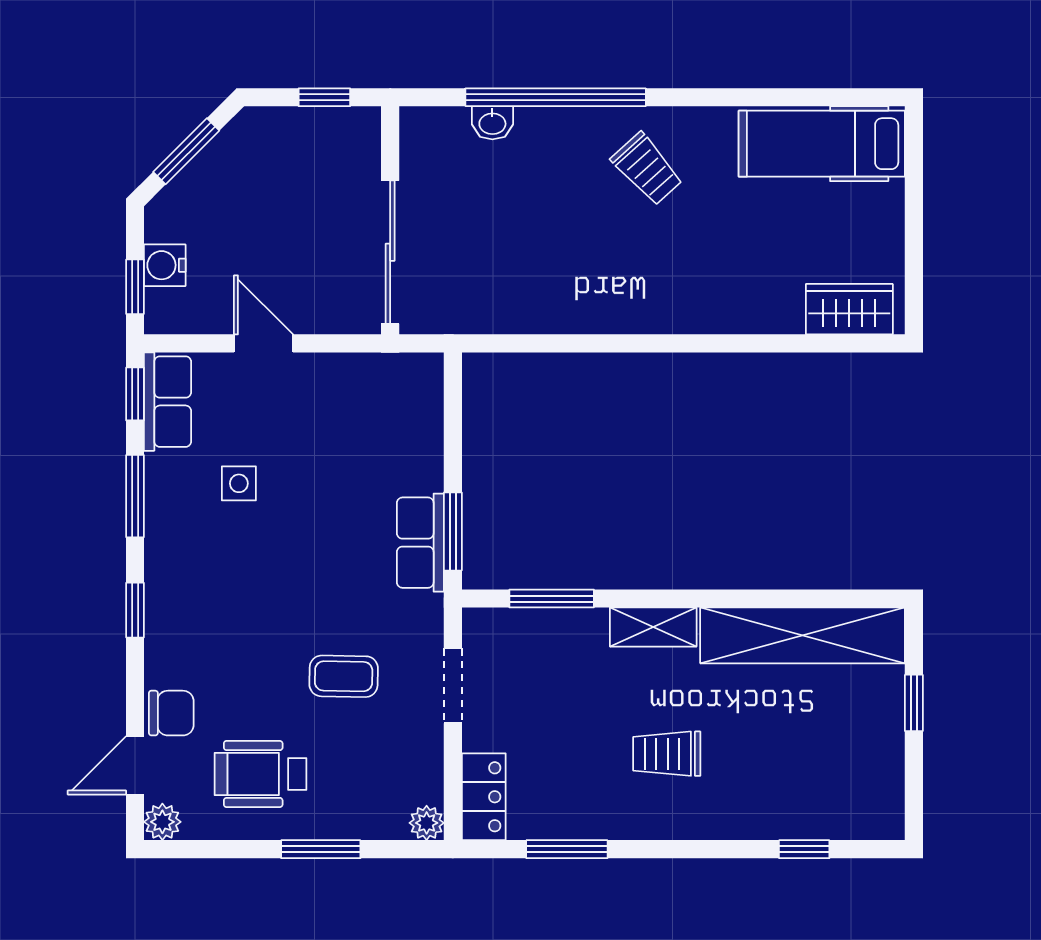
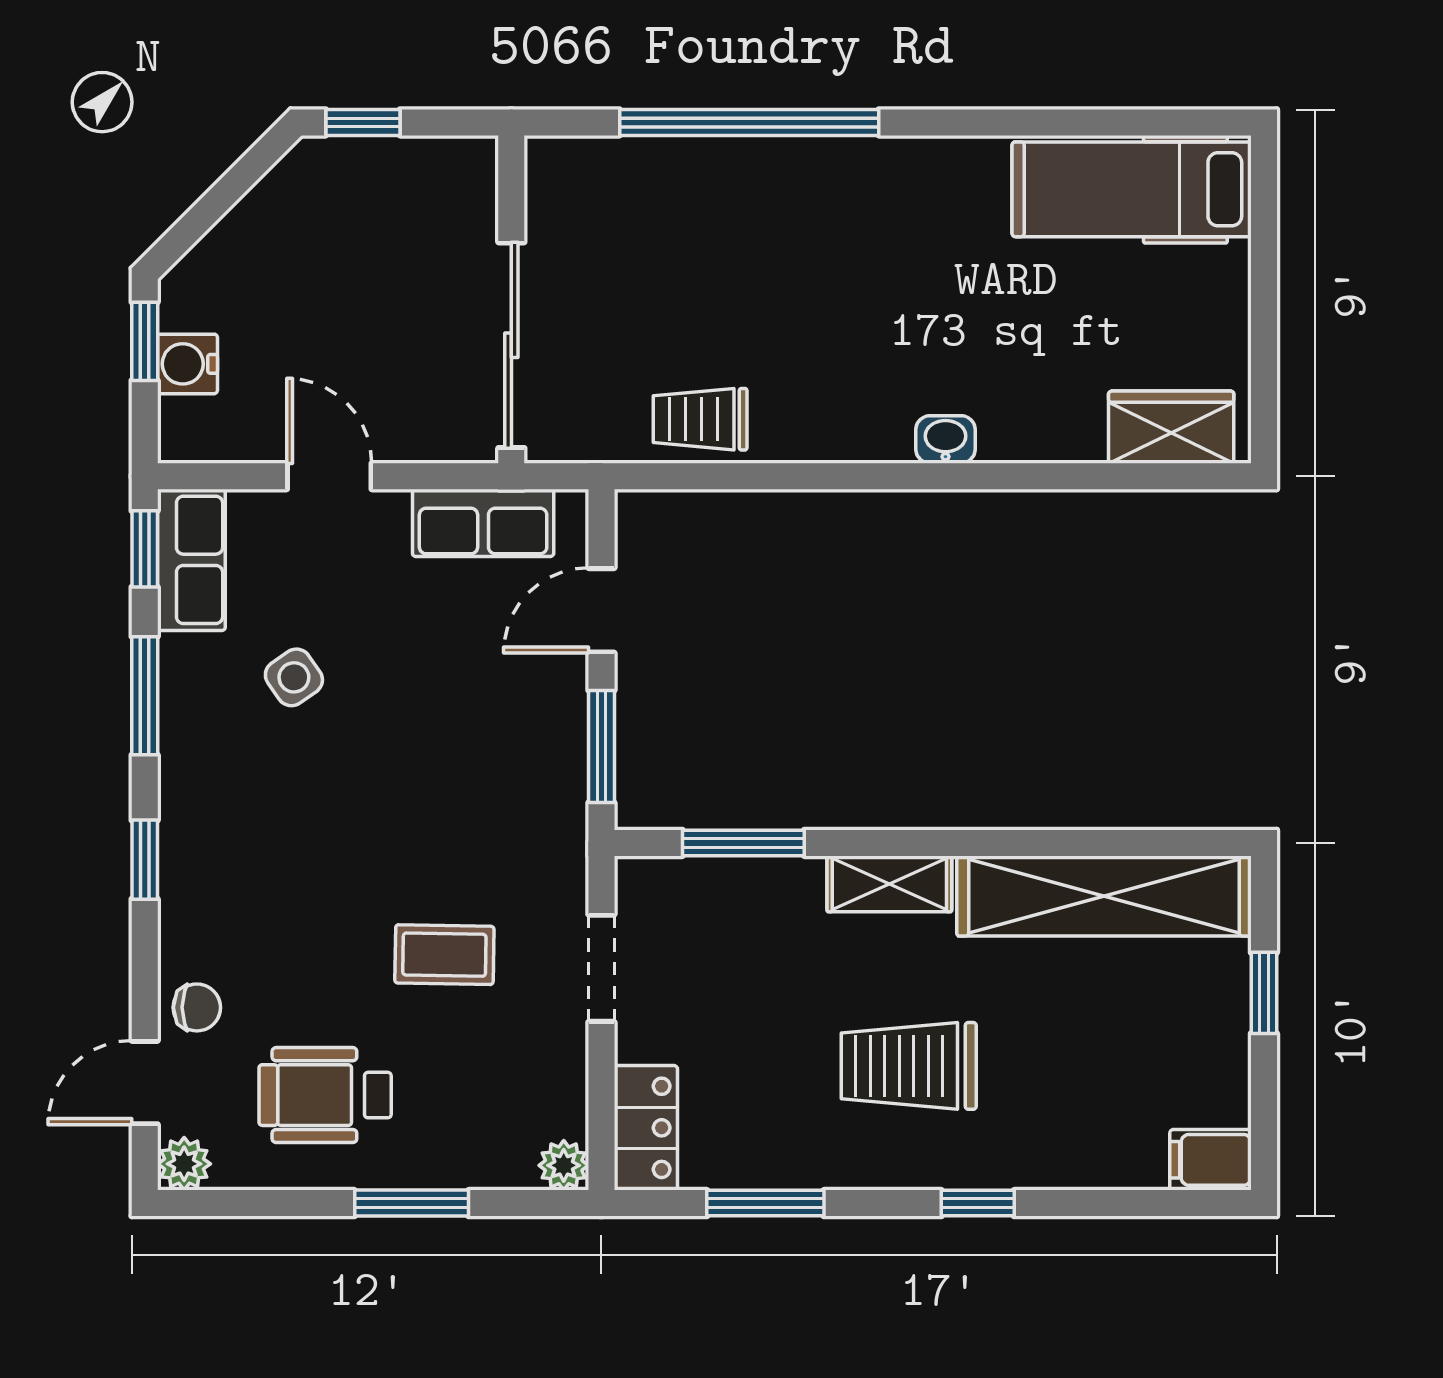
window: (324, 97) -> (363, 122), moved
washbasin: (492, 123) -> (946, 439), moved, turned 180
window: (186, 151) -> (218, 200), removed
trolley: (647, 169) -> (700, 419), moved, turned 132
window: (135, 287) -> (145, 341), moved
door: (453, 437) -> (601, 610), added
side table: (239, 483) -> (294, 677), turned -35
row of seats: (420, 543) -> (483, 523), moved, turned -90
chair: (171, 713) -> (197, 1007), width x0.73, depth x0.73
trolley: (667, 754) -> (909, 1066), width x1.36, depth x1.39
filing cabinet: (877, 819) -> (1211, 1160), added
window: (804, 849) -> (978, 1203), moved

